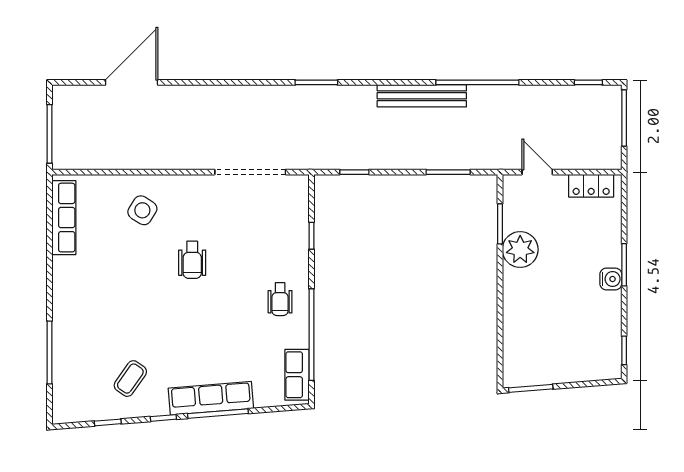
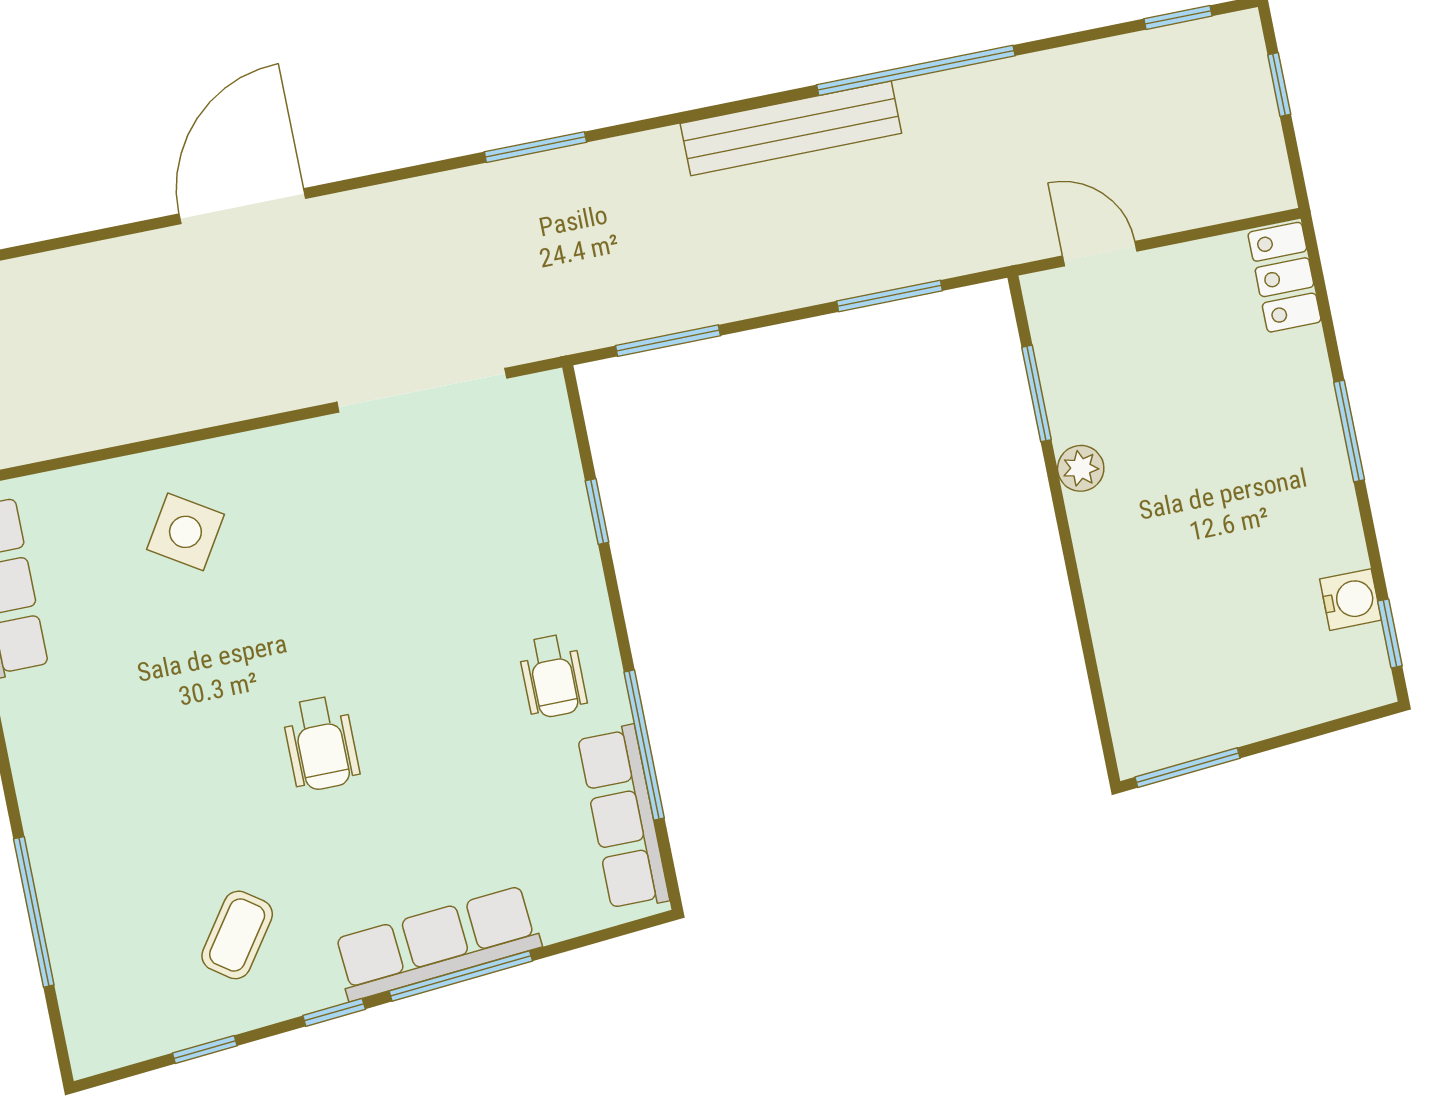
door: (132, 82) -> (242, 206), moved
window: (624, 118) -> (1279, 85), width x0.46
window: (354, 172) -> (668, 341), width x1.50
locker: (591, 186) -> (1284, 277), moved, turned 90
plant: (520, 250) -> (1081, 468), width x0.53, depth x0.53
wheelchair: (192, 260) -> (321, 744), moved
water cooler: (611, 279) -> (1351, 600), moved
window: (312, 335) -> (644, 745), width x0.68
row of seats: (297, 375) -> (623, 818), width x1.48

